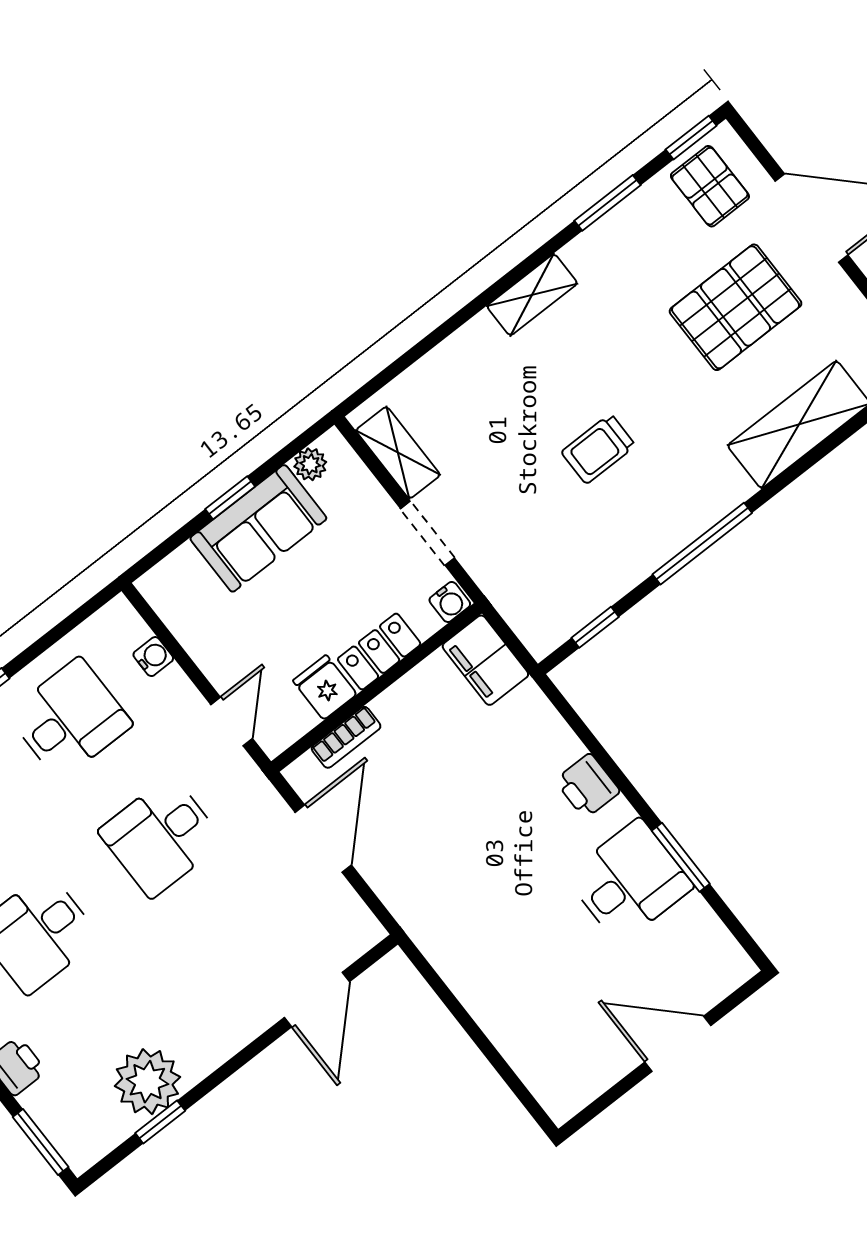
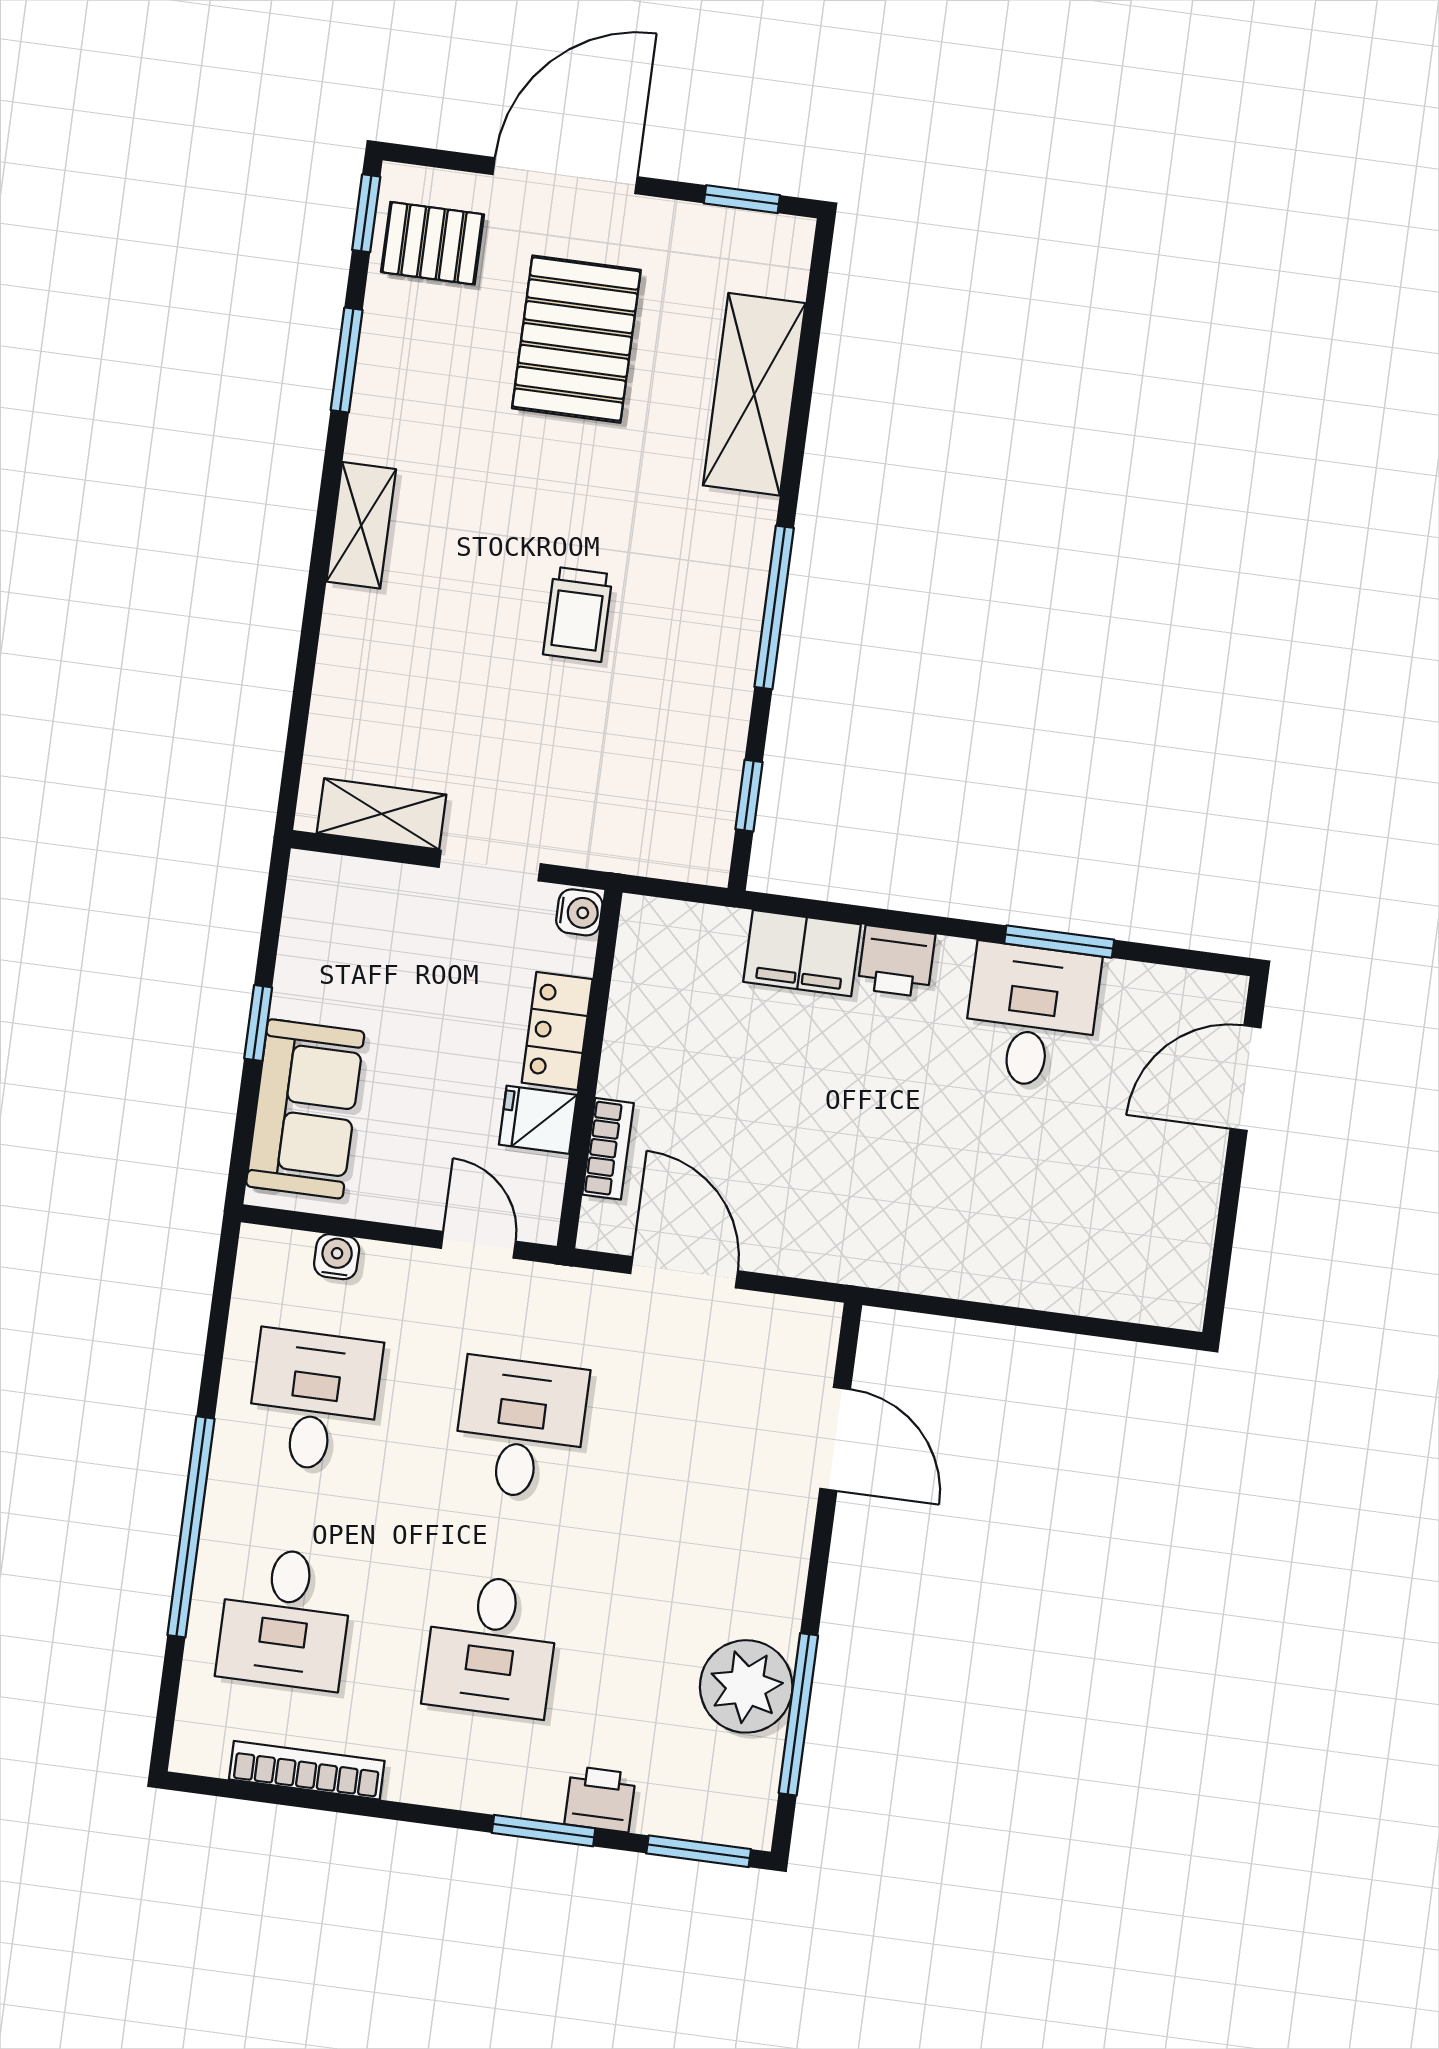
plant: (310, 464) -> (305, 911), removed
sofa: (258, 528) -> (305, 1109), moved
filing cabinet: (485, 660) -> (802, 953), moved
desk: (161, 836) -> (520, 1428), turned 180
door: (678, 1044) -> (1246, 1078), moved
window: (160, 1122) -> (798, 1714), width x2.17

